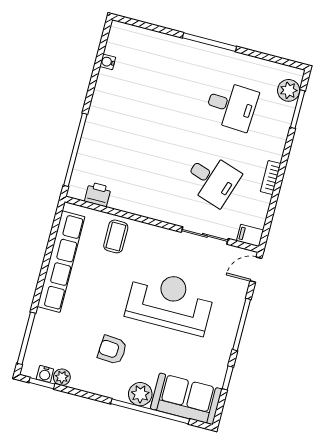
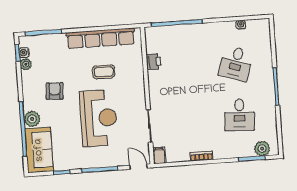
desk: (212, 179) -> (236, 63), moved
printer: (98, 194) -> (154, 62), moved
coffee table: (116, 236) -> (104, 72), moved

